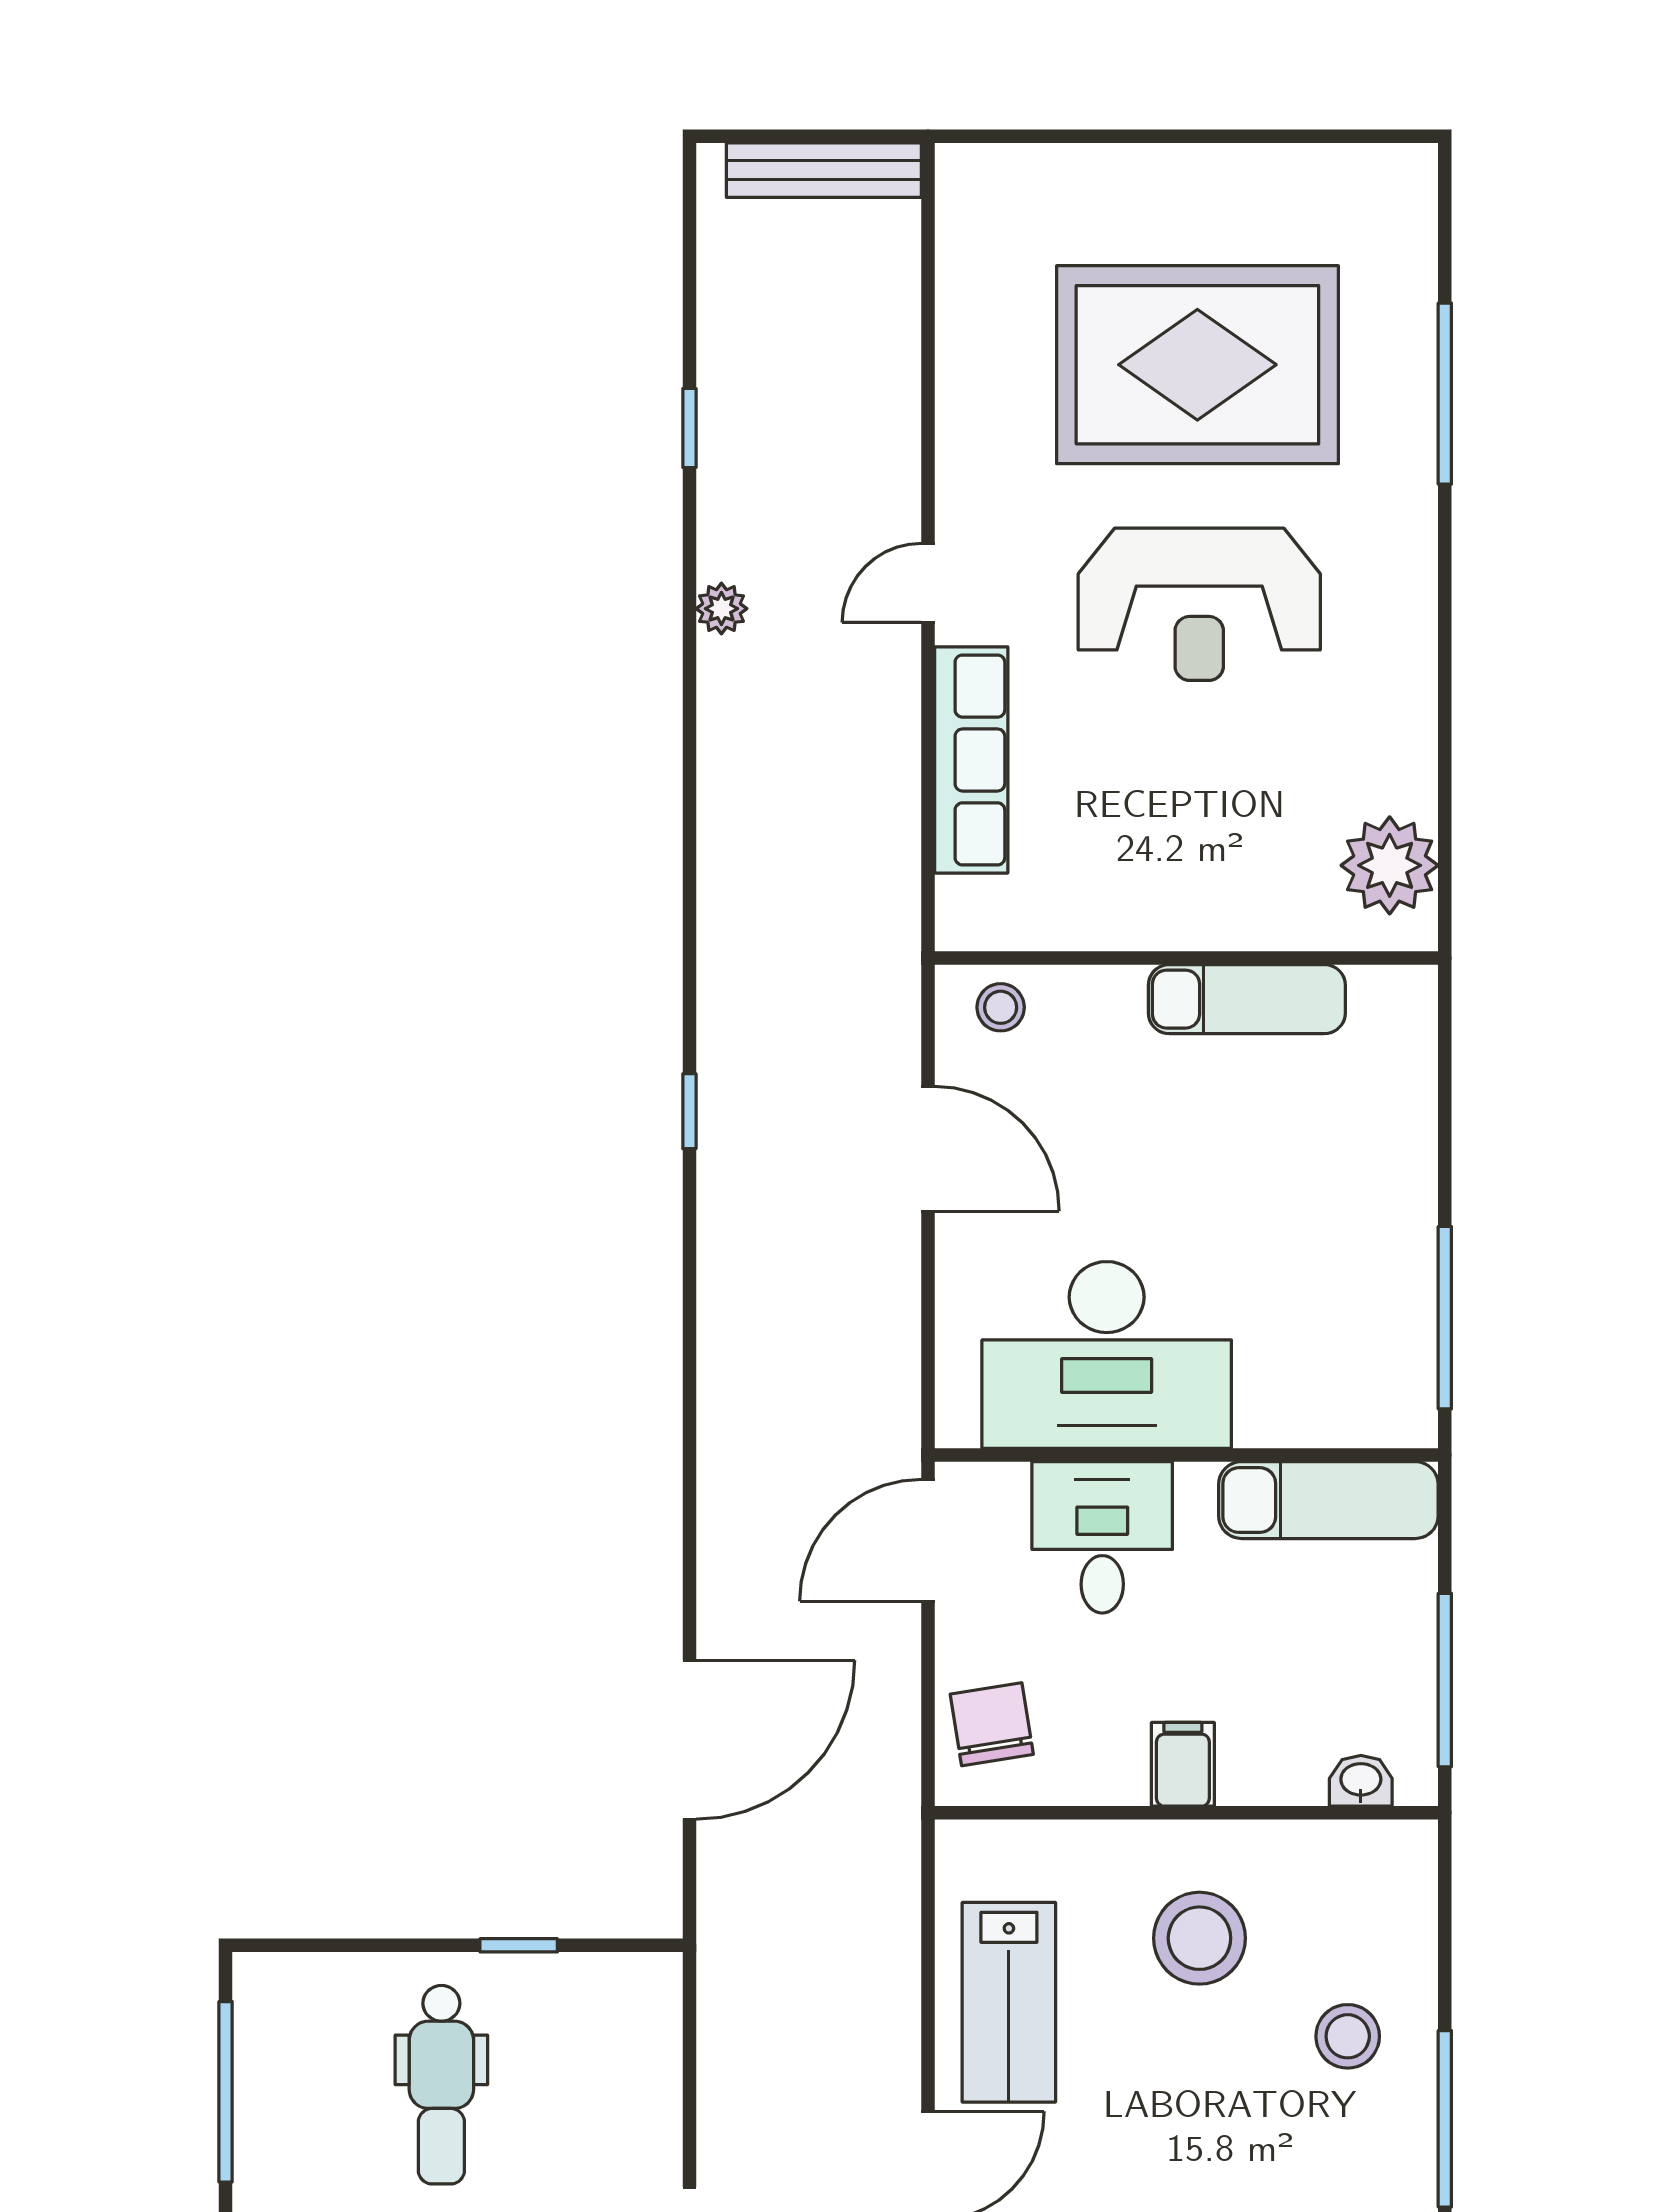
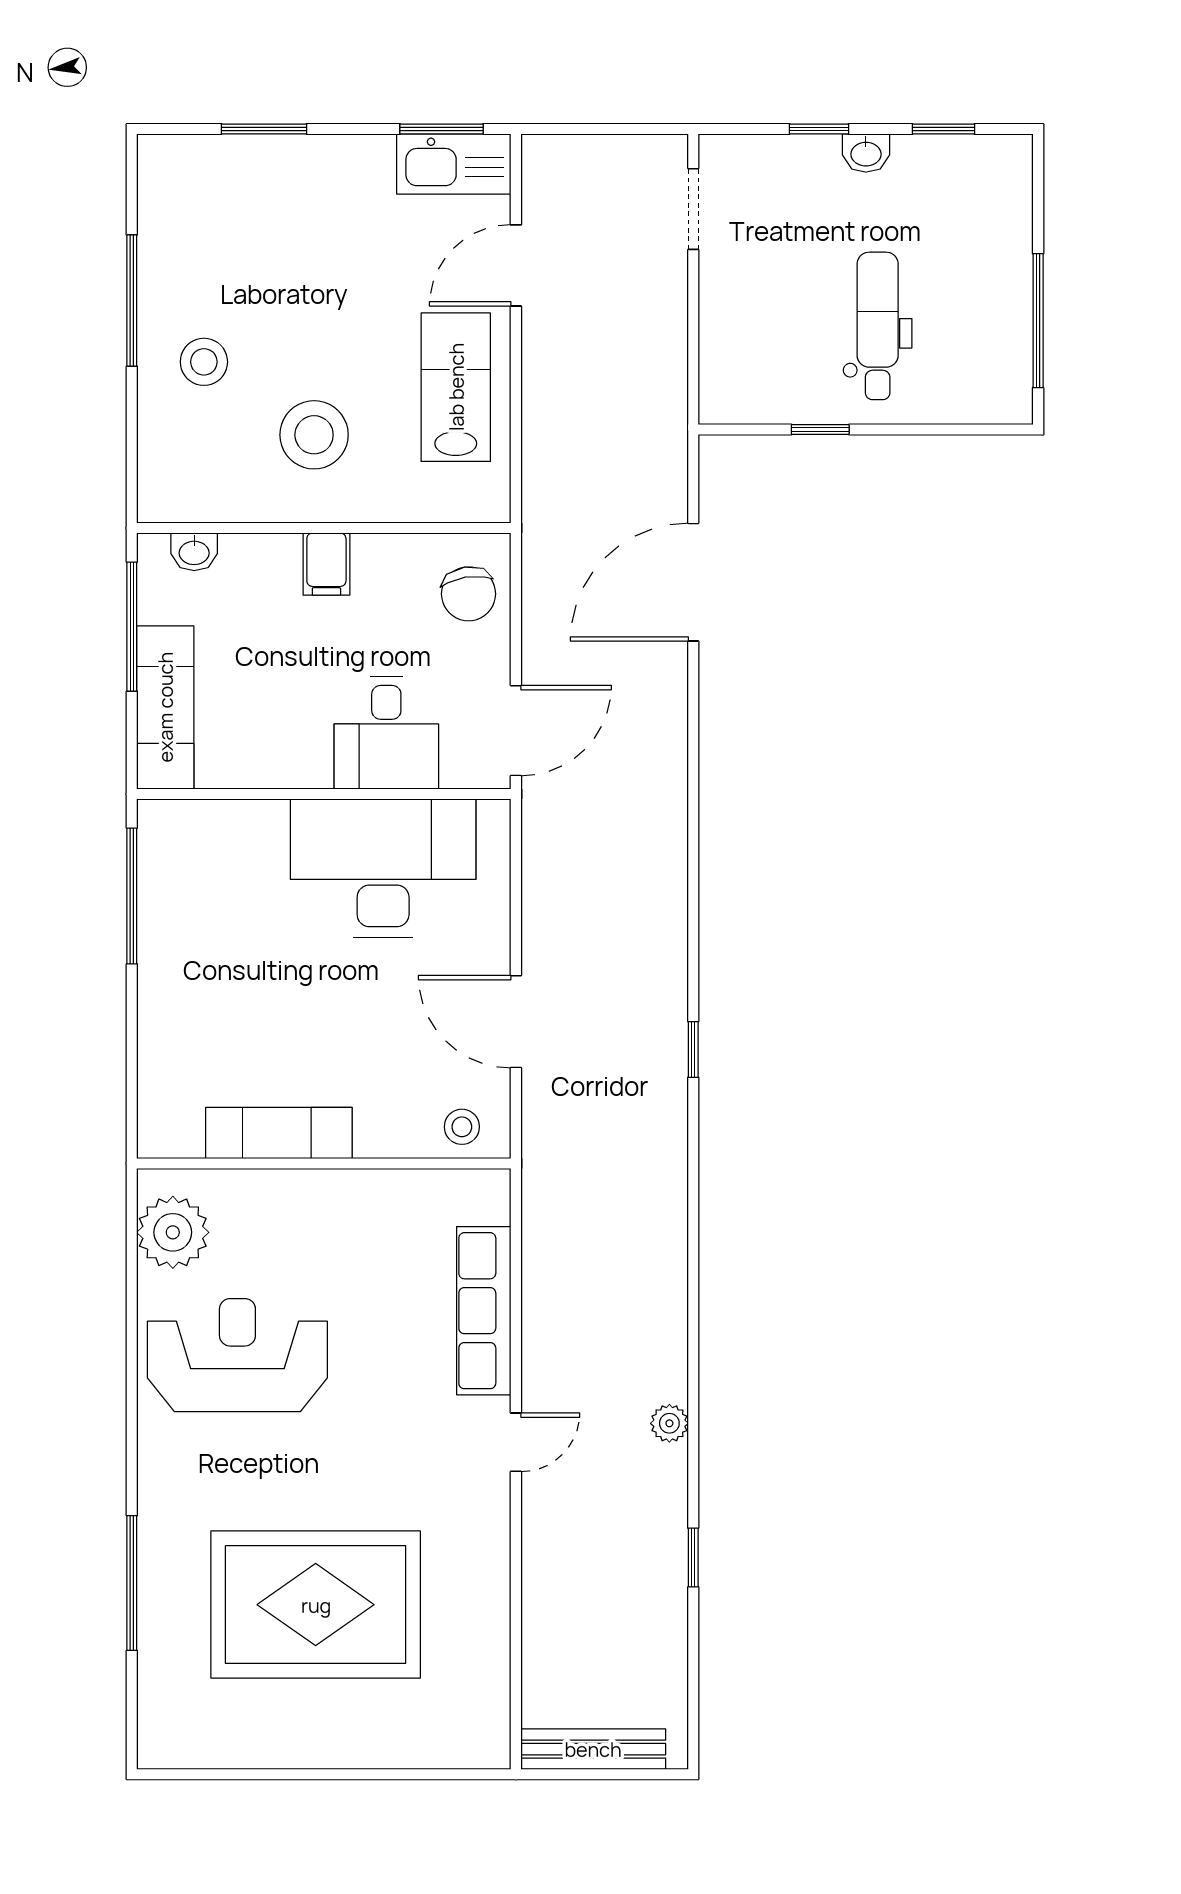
reception desk: (1199, 604) -> (237, 1355), moved
exam couch: (1328, 1500) -> (165, 707), moved, turned 90

